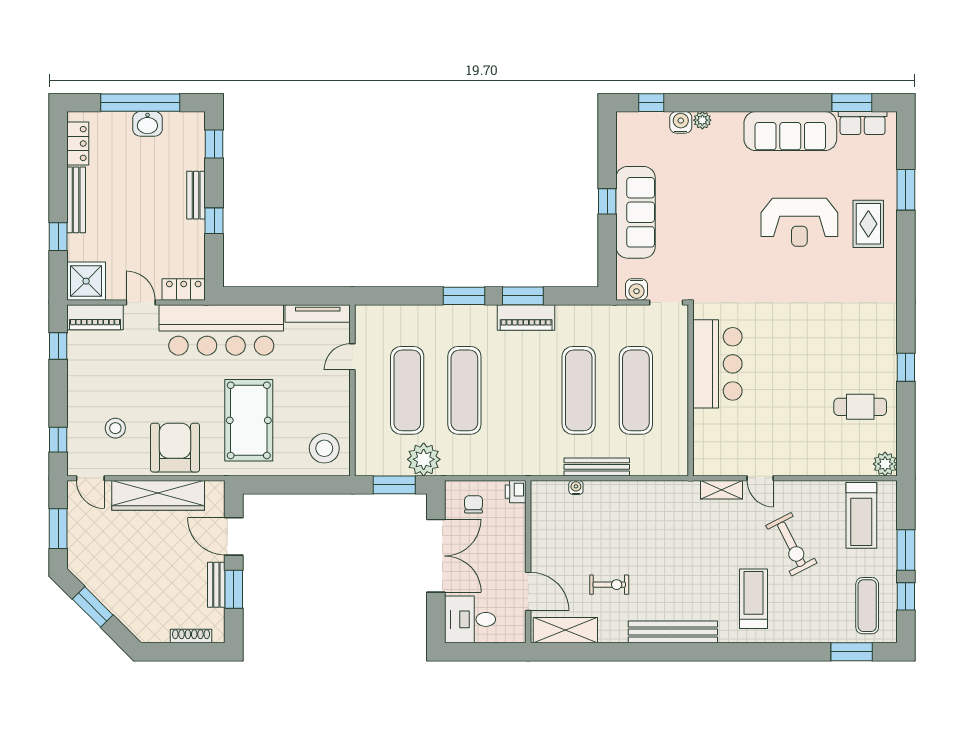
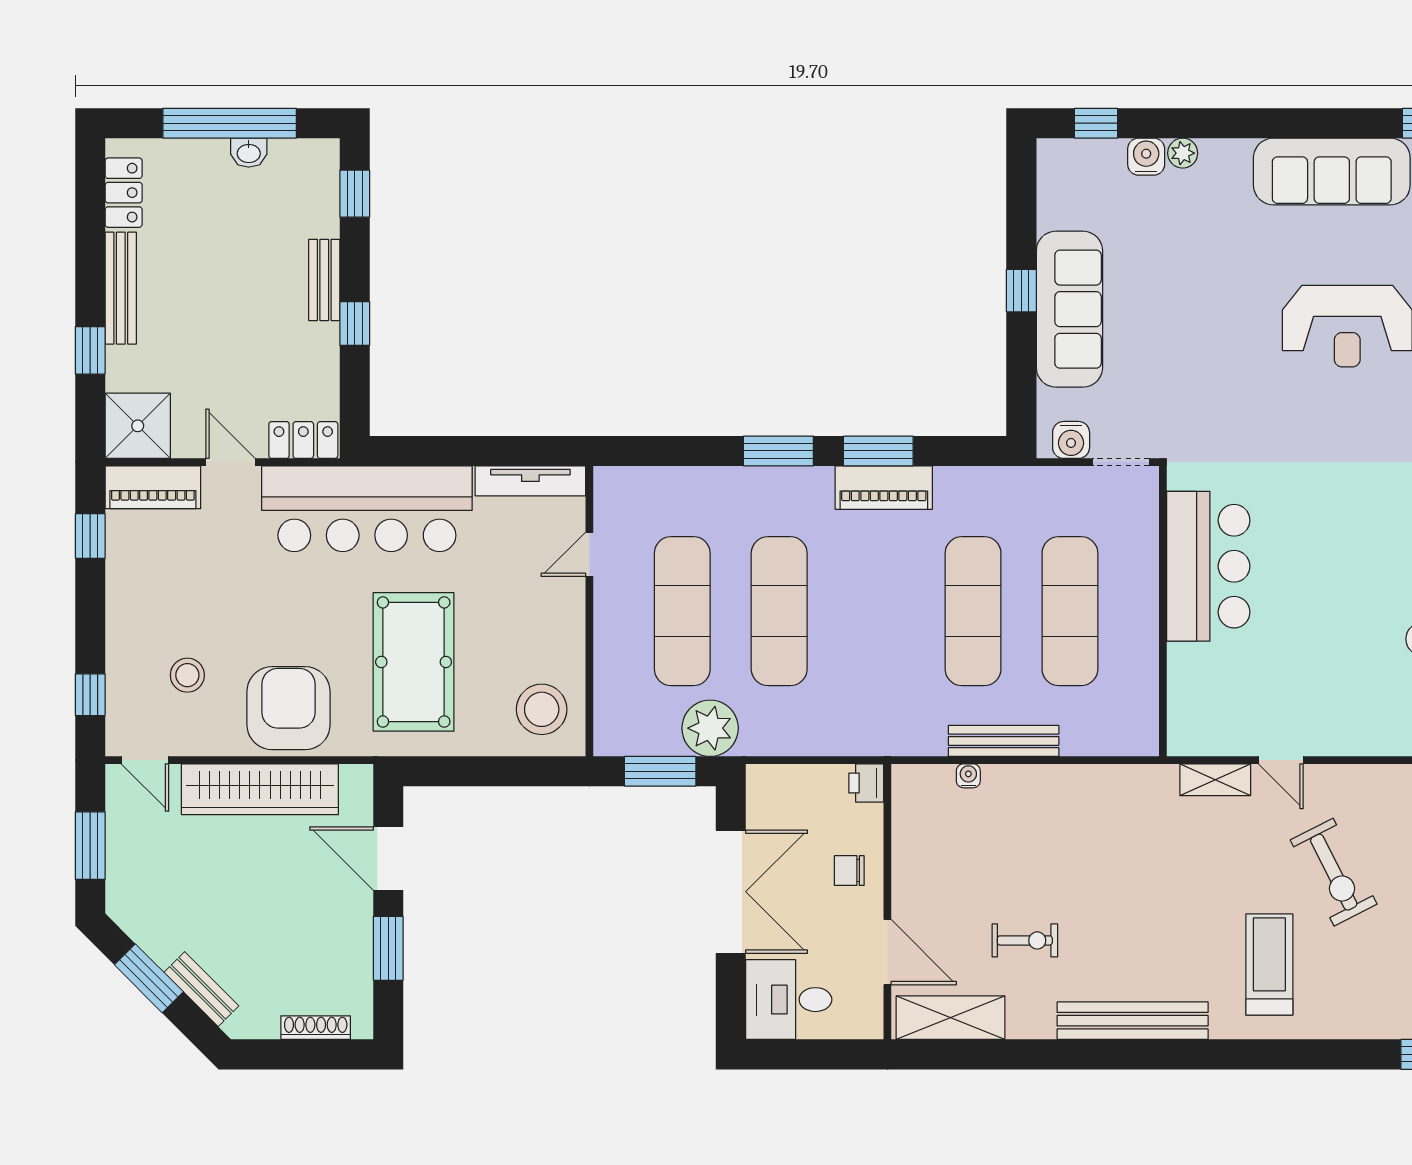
washbasin: (147, 124) -> (249, 153), width x0.72, depth x0.69
chair: (474, 504) -> (849, 871), moved, turned -90
bench: (216, 585) -> (201, 989), moved, turned -45

